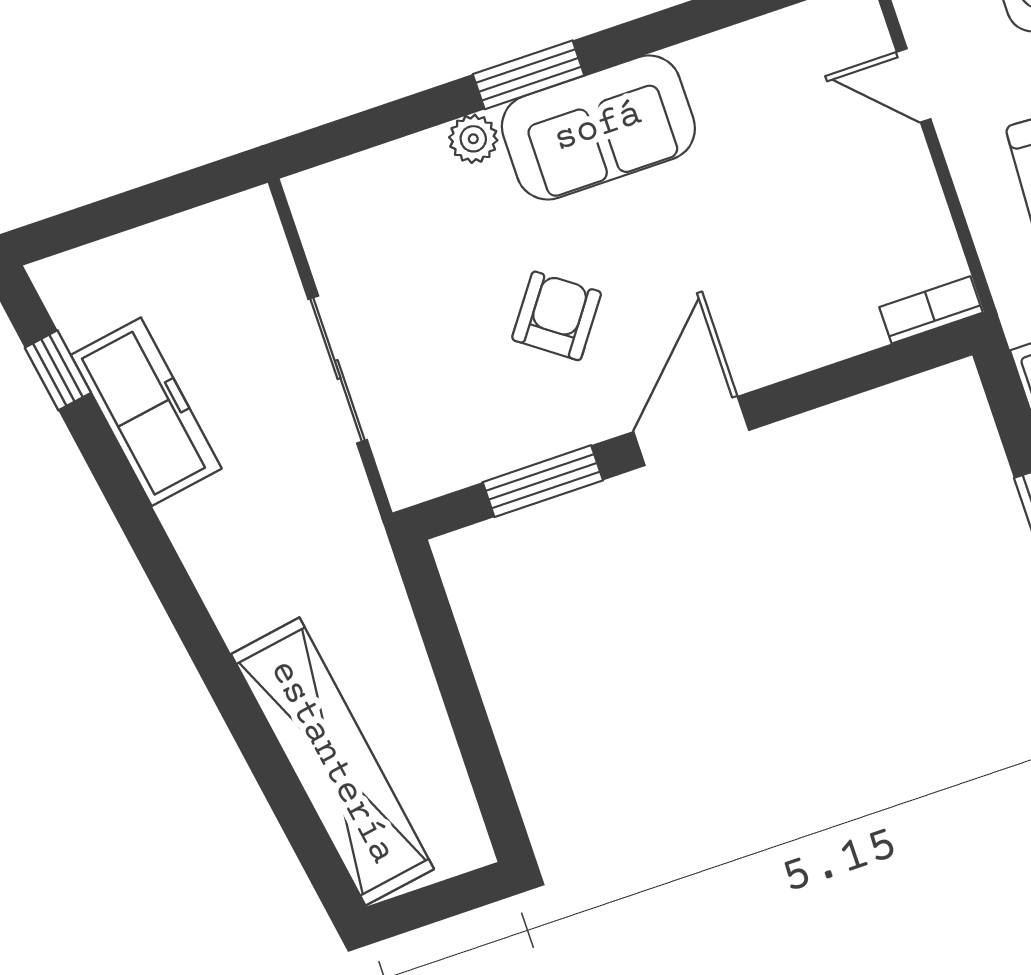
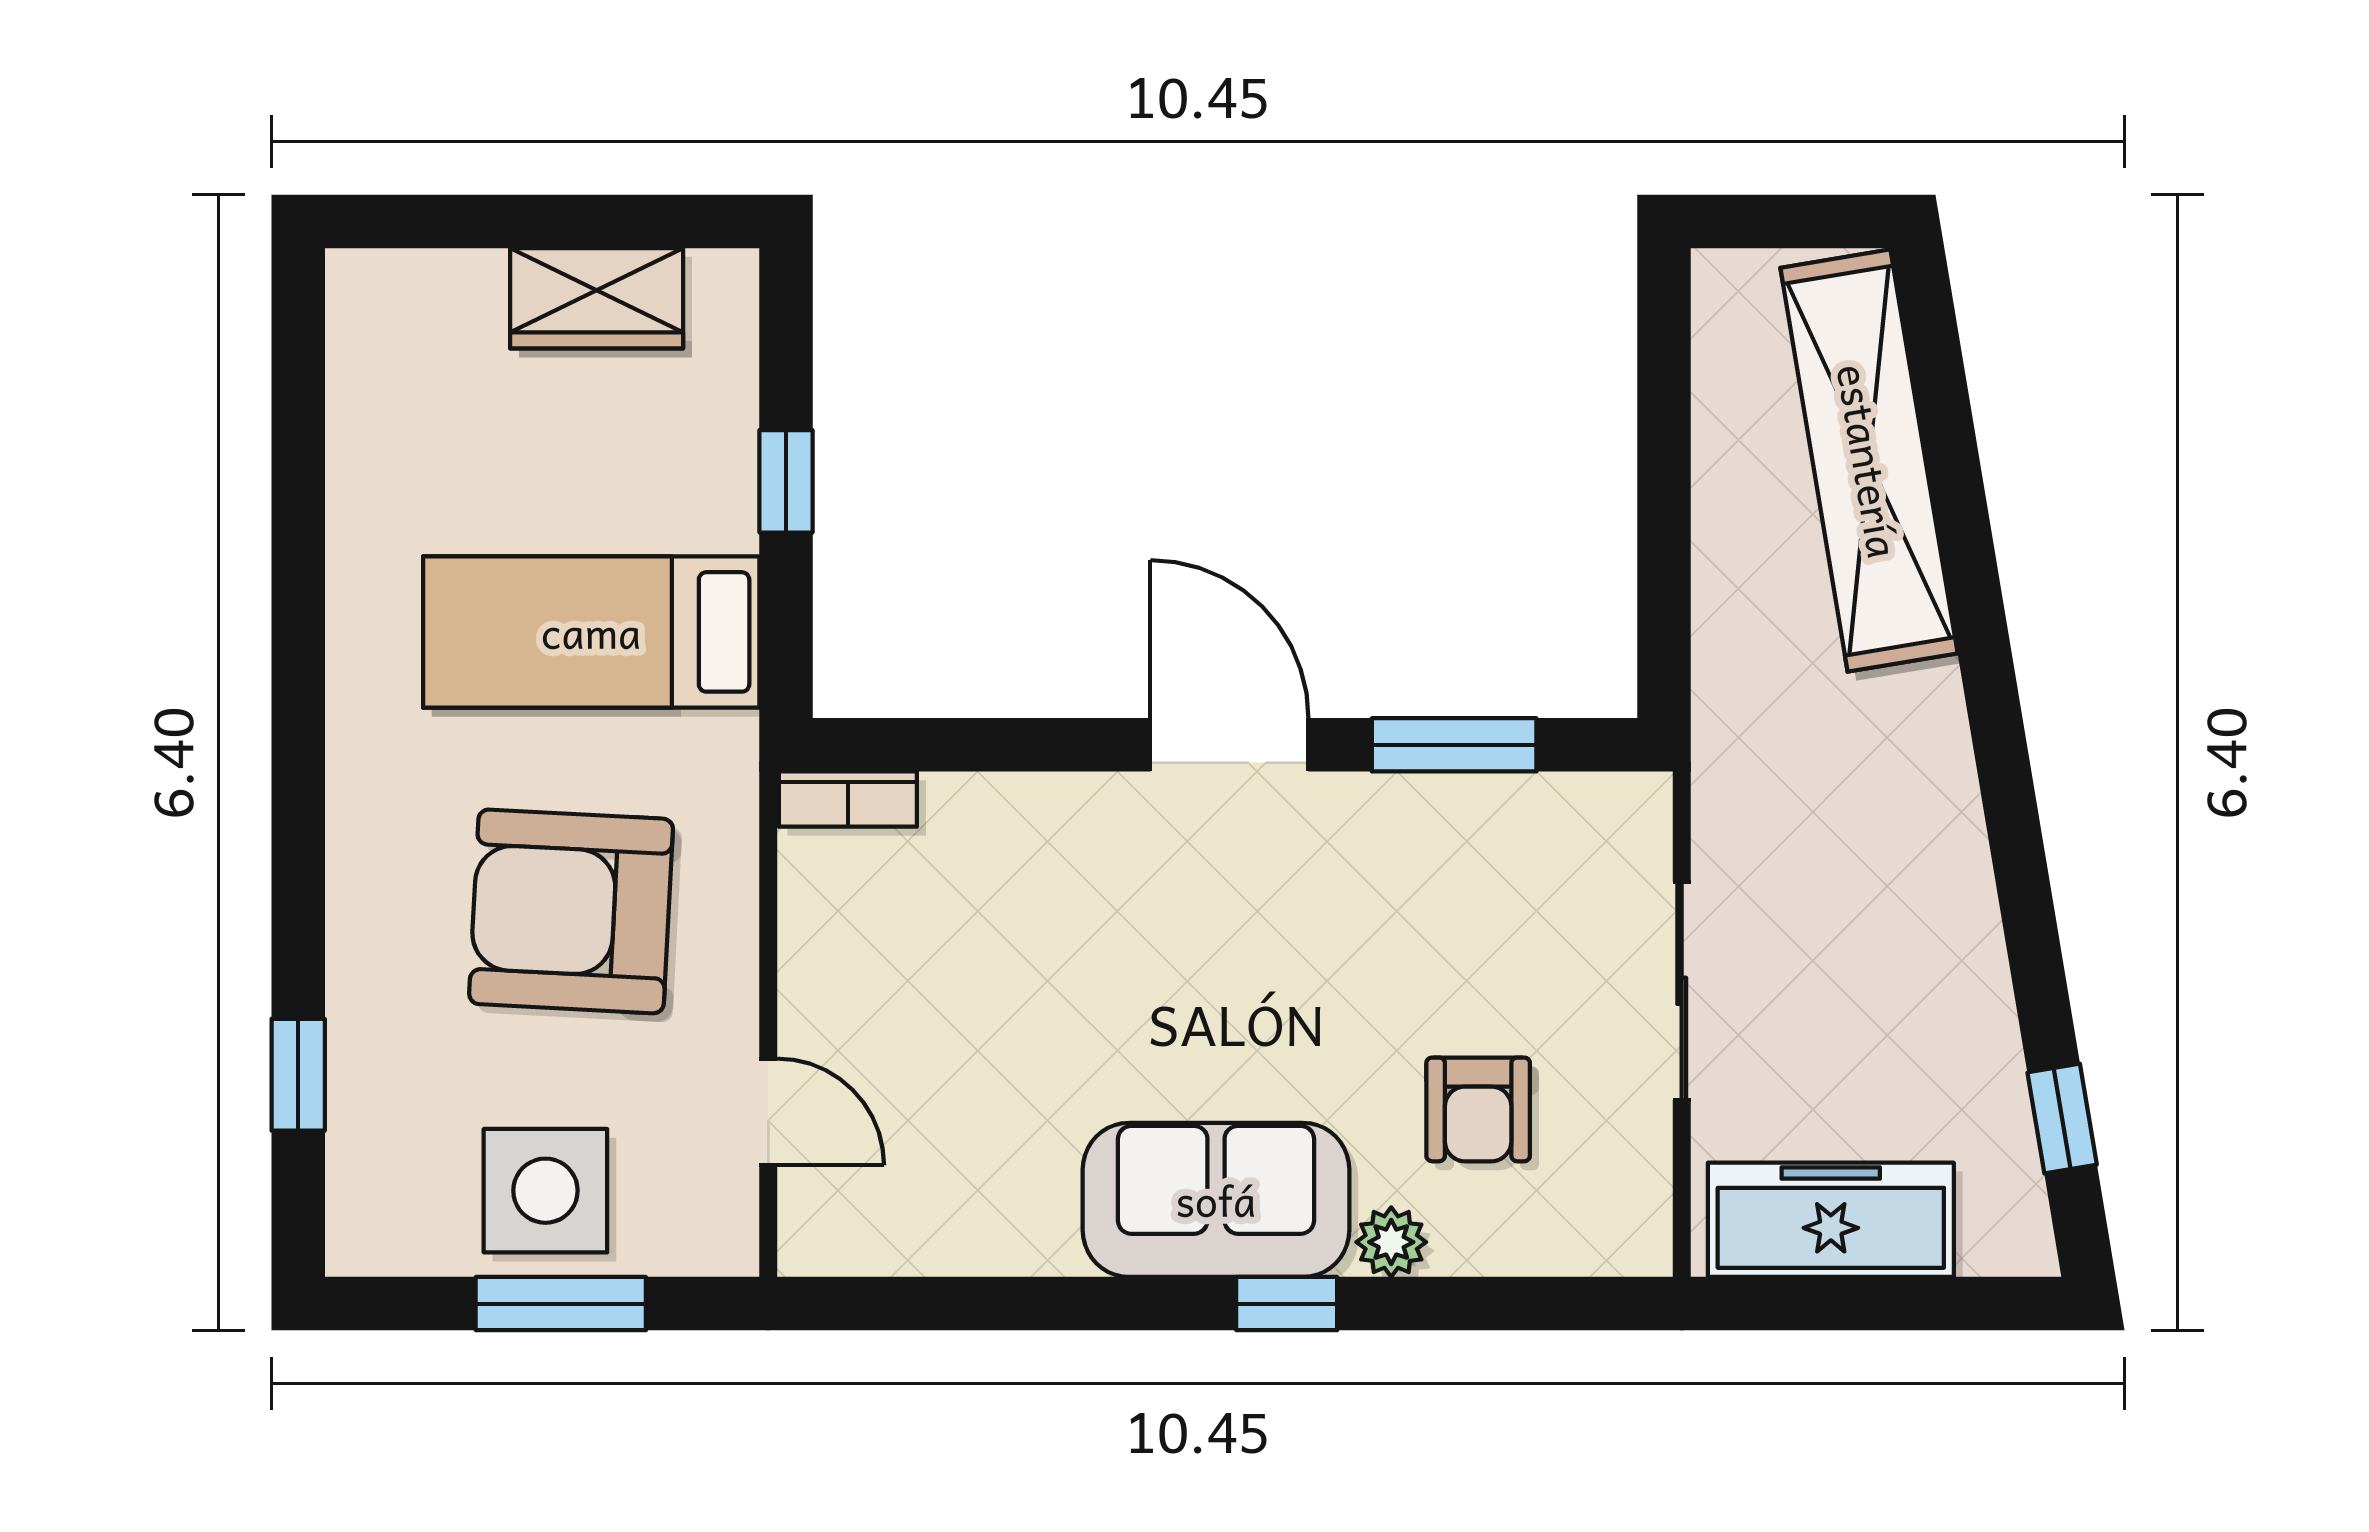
window: (529, 75) -> (1287, 1304), width x0.67
armchair: (557, 316) -> (1478, 1109), moved, turned -36
freezer: (146, 412) -> (1831, 1220), moved, turned 99
door: (691, 431) -> (1229, 745), swing flipped

